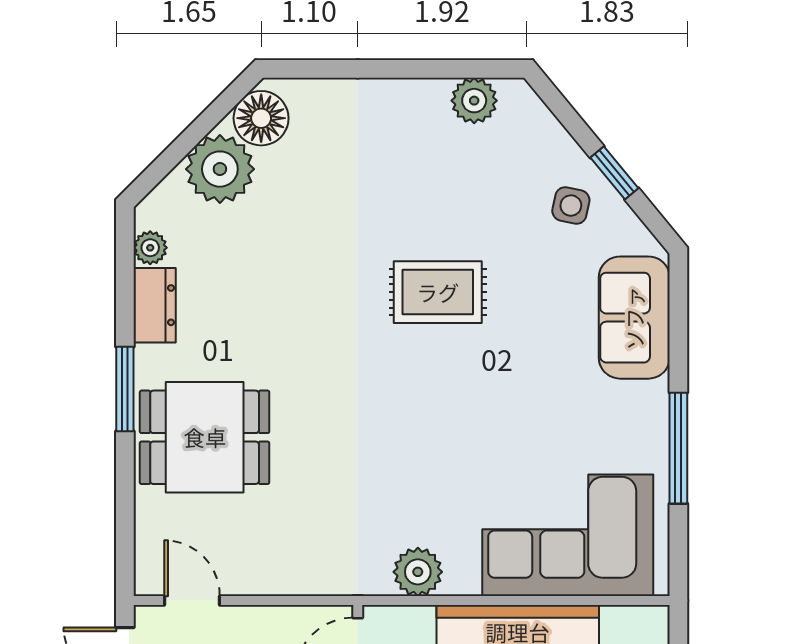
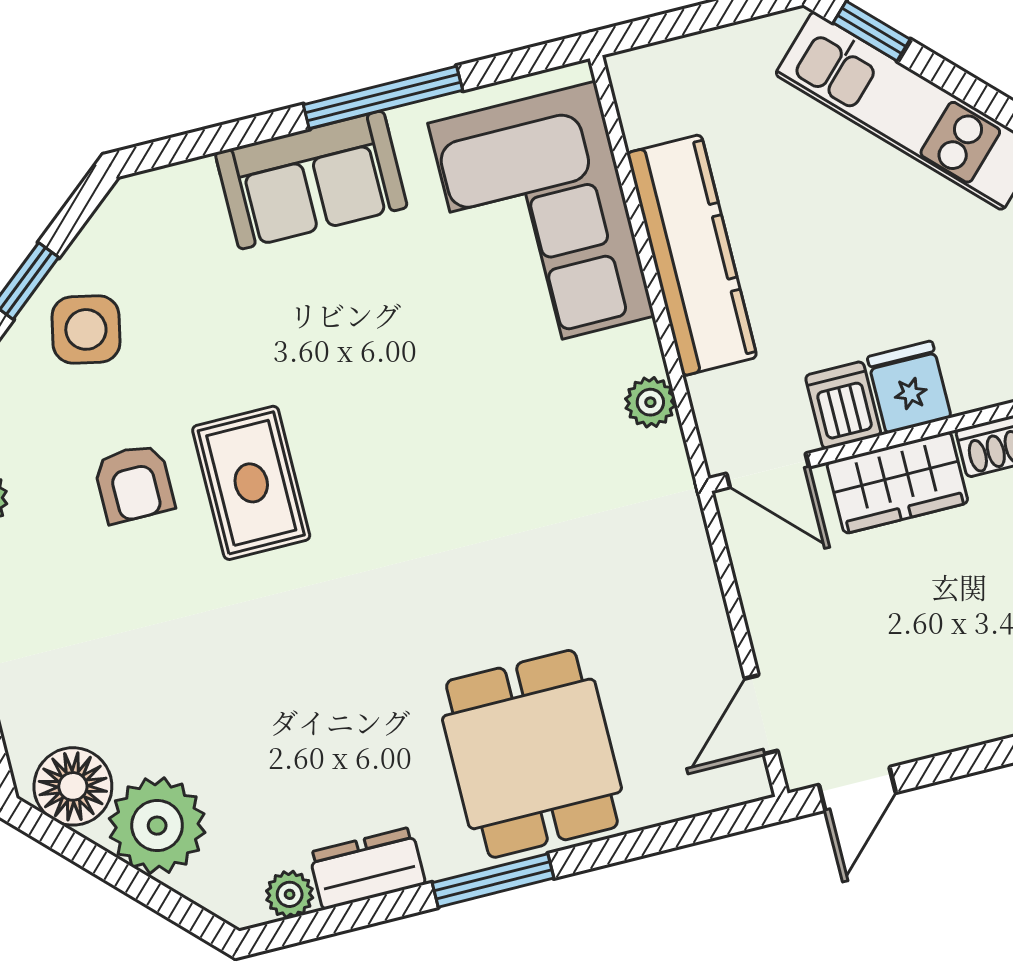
side table: (571, 206) -> (86, 329), width x1.37, depth x1.37
armchair: (458, 212) -> (134, 483), added
sofa: (634, 318) -> (311, 180), moved
plant: (418, 572) -> (650, 402), width x0.73, depth x0.73

